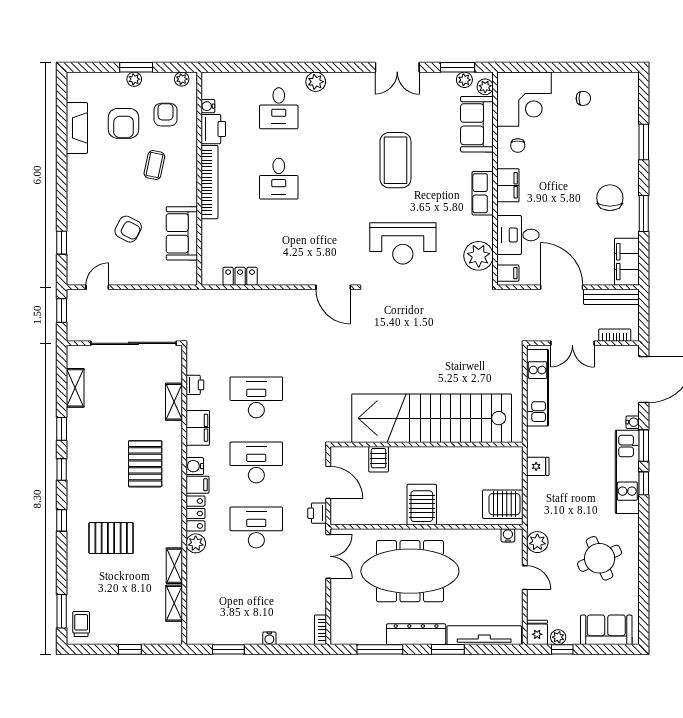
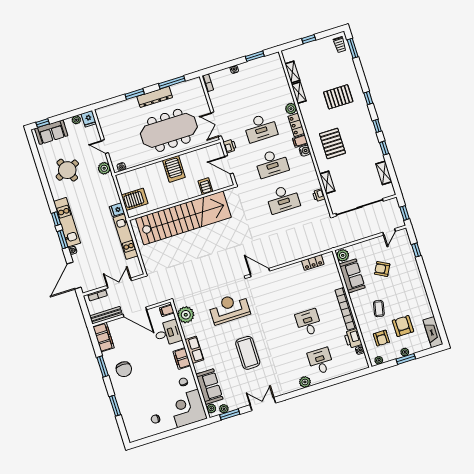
fireplace: (77, 128) -> (433, 332), moved
plant: (187, 272) -> (343, 255), added
kitchen unit: (538, 388) -> (126, 237), moved
filing cabinet: (198, 428) -> (310, 172), removed
server rack: (503, 504) -> (135, 199), moved
tv unit: (484, 635) -> (117, 108), removed
window: (562, 649) -> (43, 123), moved

